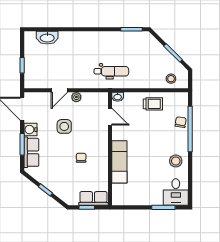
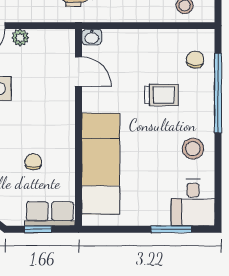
trolley: (153, 104) -> (161, 95), moved
chair: (181, 122) -> (195, 60), moved
chair: (81, 158) -> (33, 162), moved
exam couch: (119, 162) -> (101, 164), width x1.36, depth x1.45

